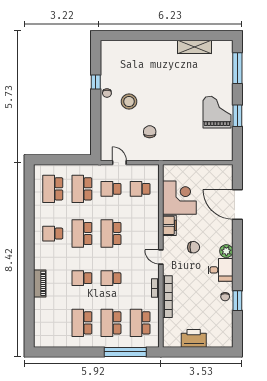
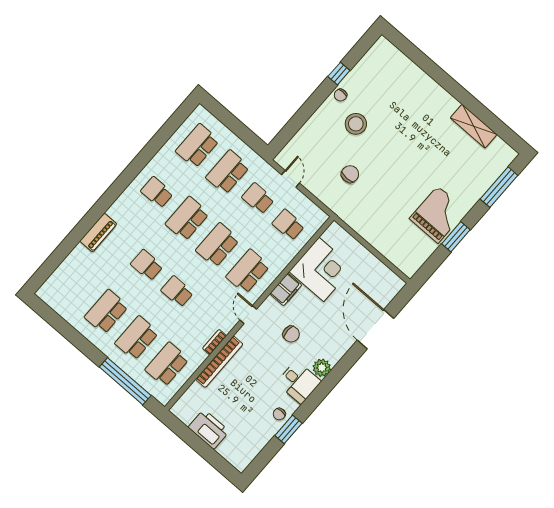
school desk: (140, 234) -> (248, 271), added

